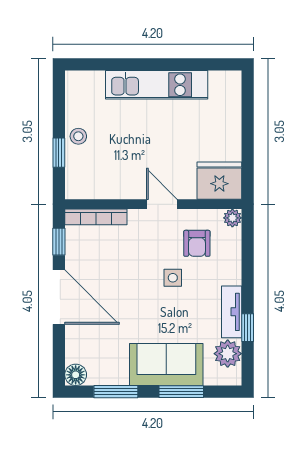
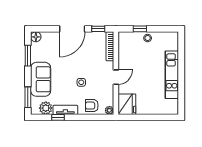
armchair: (197, 243) -> (92, 106), moved
window: (181, 392) -> (28, 97), moved

